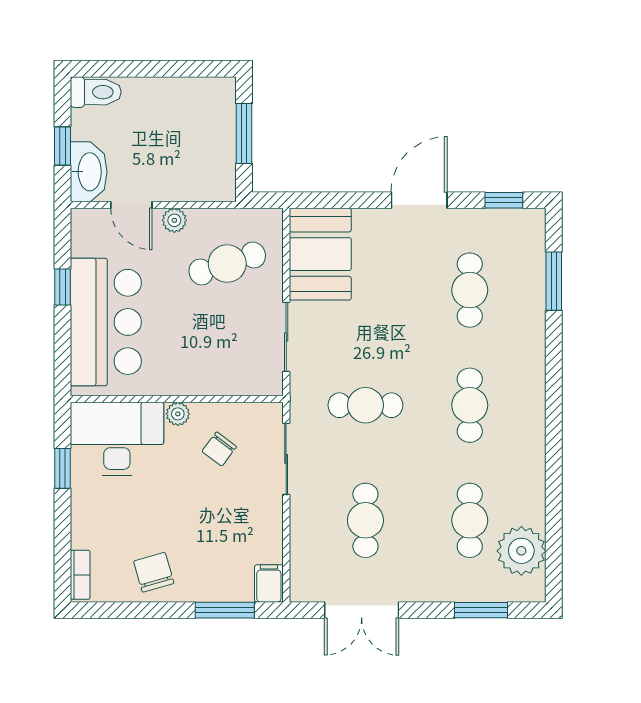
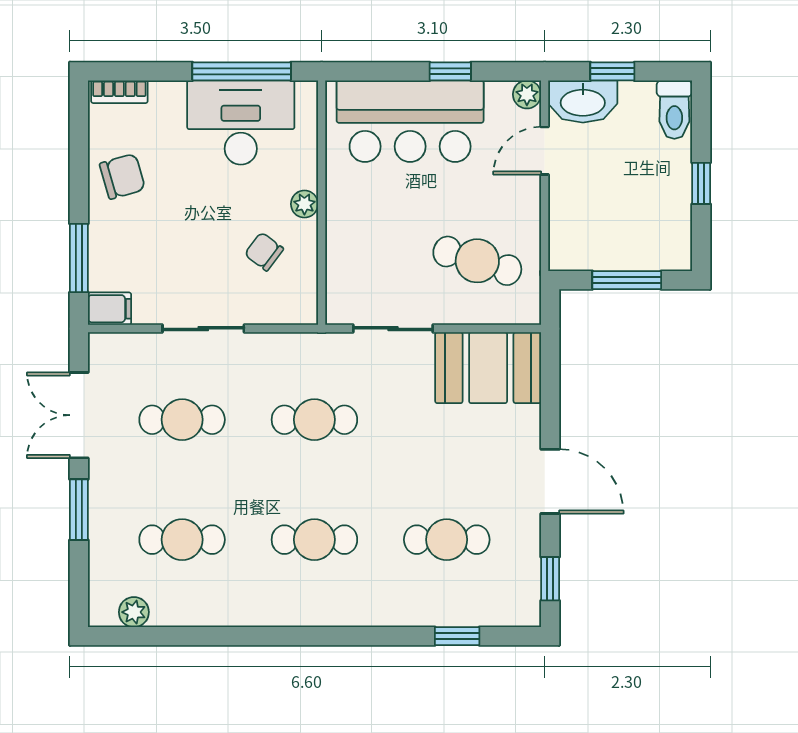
window: (160, 69) -> (701, 183), added
plant: (174, 220) -> (527, 94), moved
cafe table: (227, 264) -> (477, 261), turned -55
window: (554, 281) -> (457, 636), width x0.67
cafe table: (365, 405) -> (314, 420), turned 90
desk: (117, 439) -> (241, 123), moved, turned -90
sliding door: (286, 459) -> (203, 329), moved
window: (62, 468) -> (242, 71), width x2.17
plant: (521, 551) -> (134, 612), width x0.53, depth x0.53
window: (481, 610) -> (79, 510), moved

